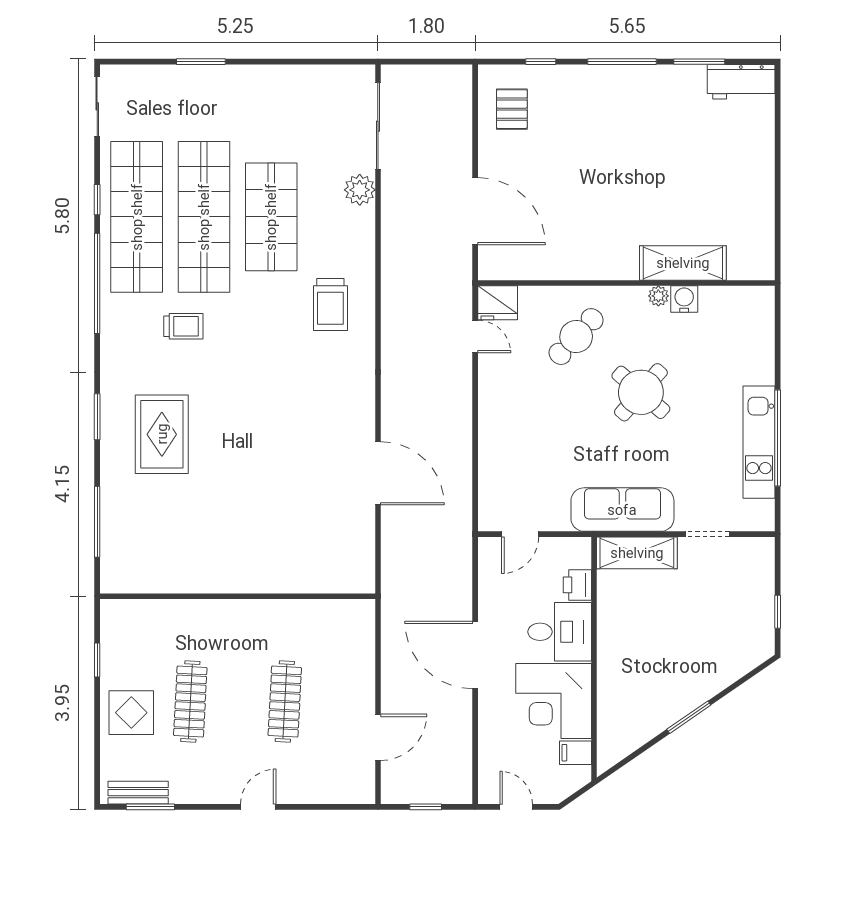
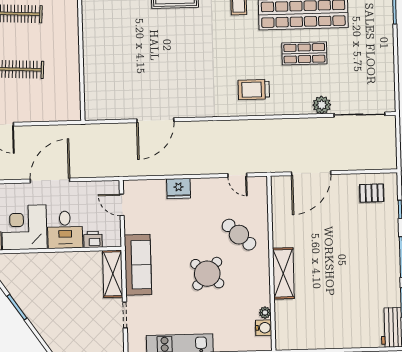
shop shelf: (271, 217) -> (304, 53), width x0.70, depth x0.74
shelving: (683, 263) -> (283, 273), moved
plant: (658, 296) -> (265, 313), moved
water cooler: (684, 299) -> (264, 328), moved
fridge: (498, 303) -> (179, 188), moved, turned -90
door: (475, 337) -> (237, 175), hinge flipped

